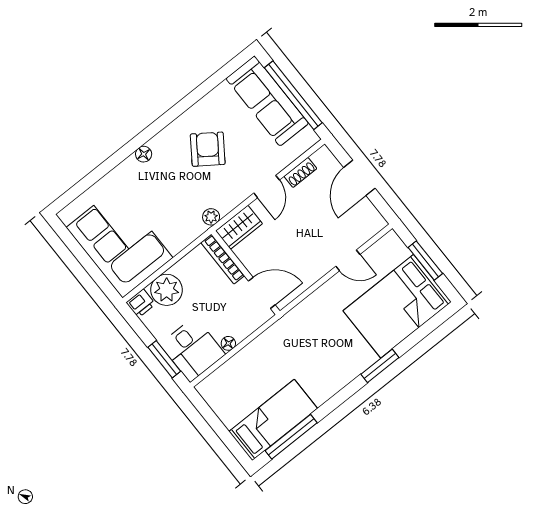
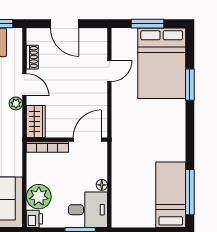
plant: (211, 217) -> (16, 103), moved
window: (380, 366) -> (190, 85), moved

